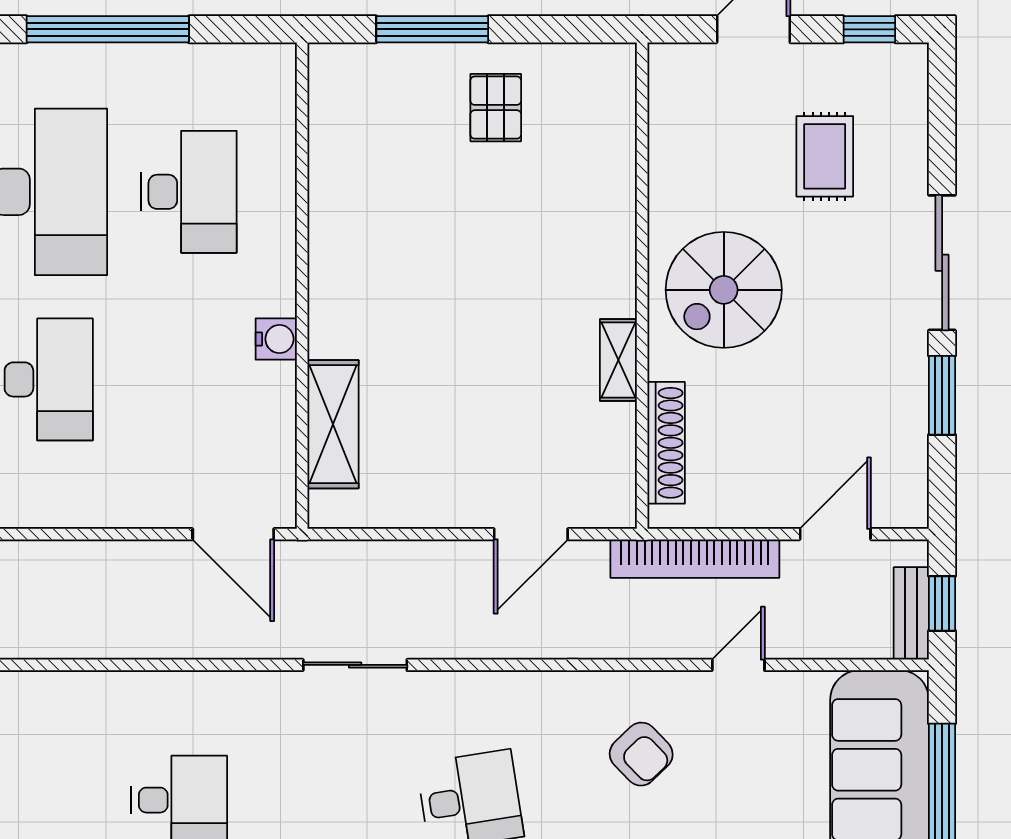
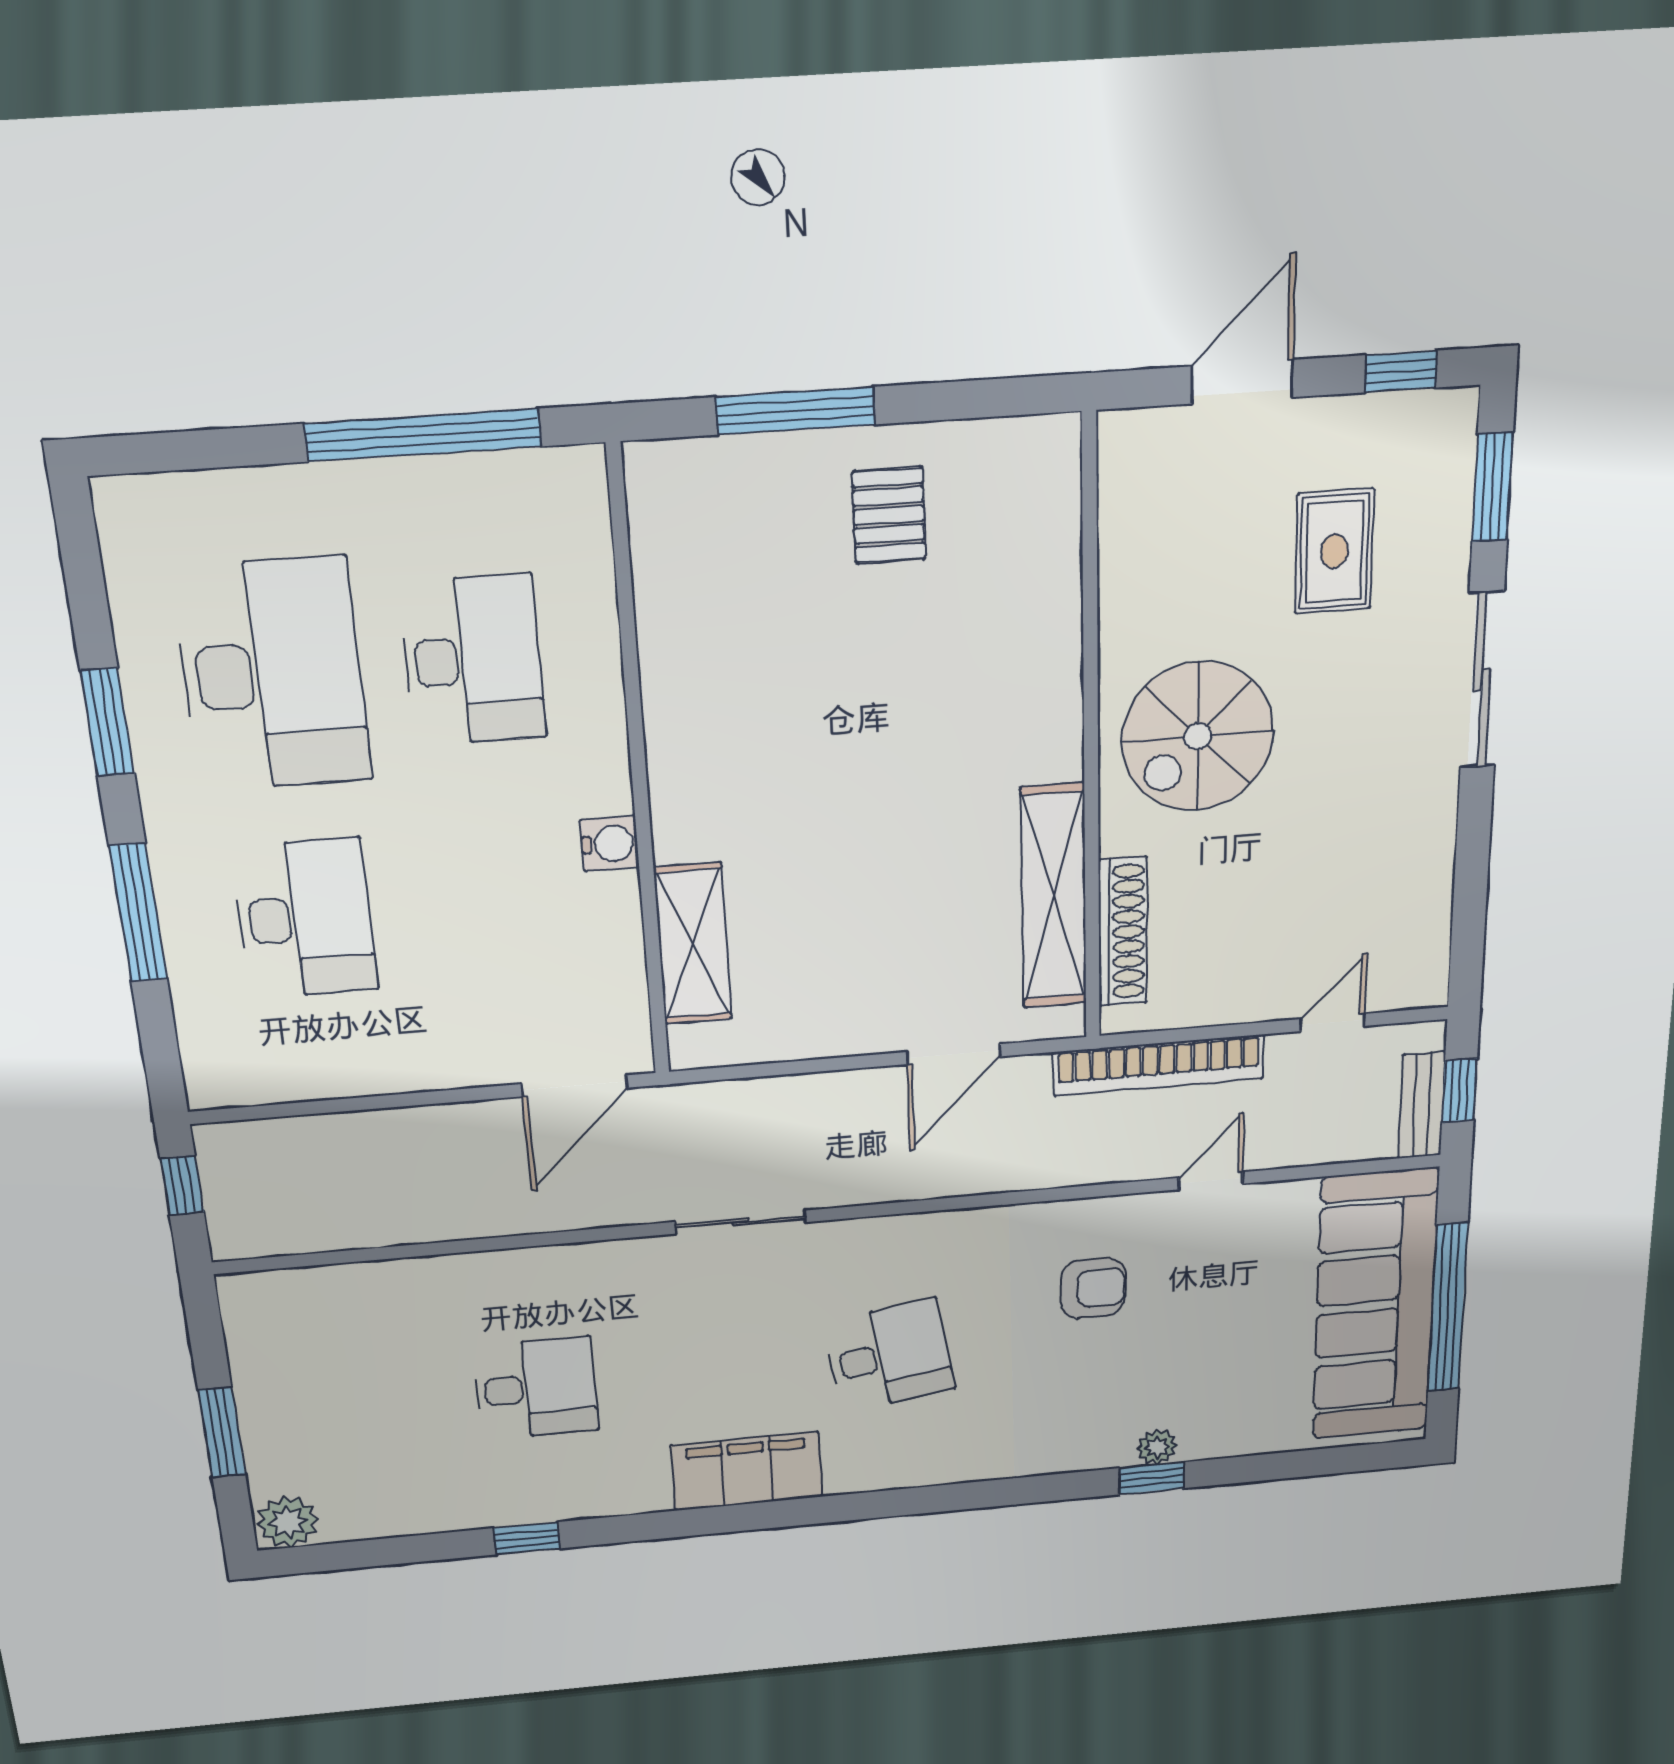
window: (108, 29) -> (423, 435), moved
shelving: (618, 360) -> (1054, 897), width x2.20, depth x1.33
window: (942, 395) -> (1492, 487), moved
door: (233, 534) -> (574, 1086), hinge flipped
door: (835, 534) -> (1333, 1023), width x0.73
armchair: (641, 754) -> (1093, 1288), turned -46

